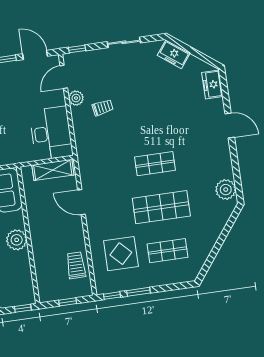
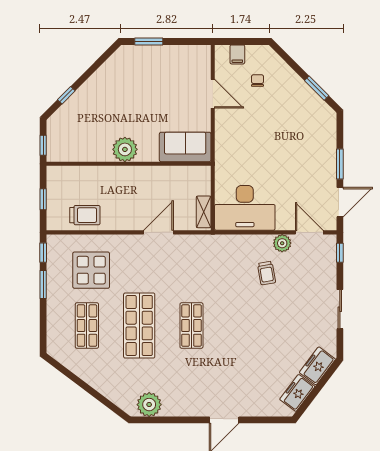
freezer: (212, 84) -> (297, 393), moved, turned -53
shelving: (53, 170) -> (204, 212), width x0.67, depth x0.75

